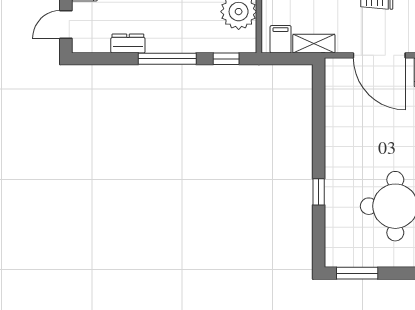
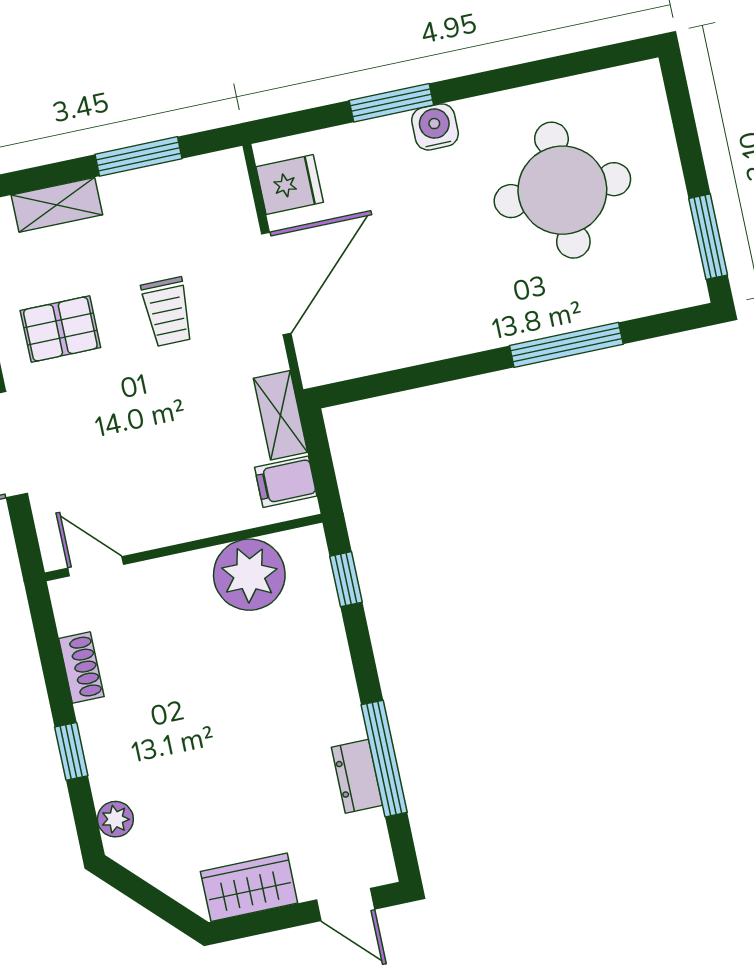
window: (167, 59) -> (384, 759), moved
window: (319, 192) -> (566, 345), width x2.17

